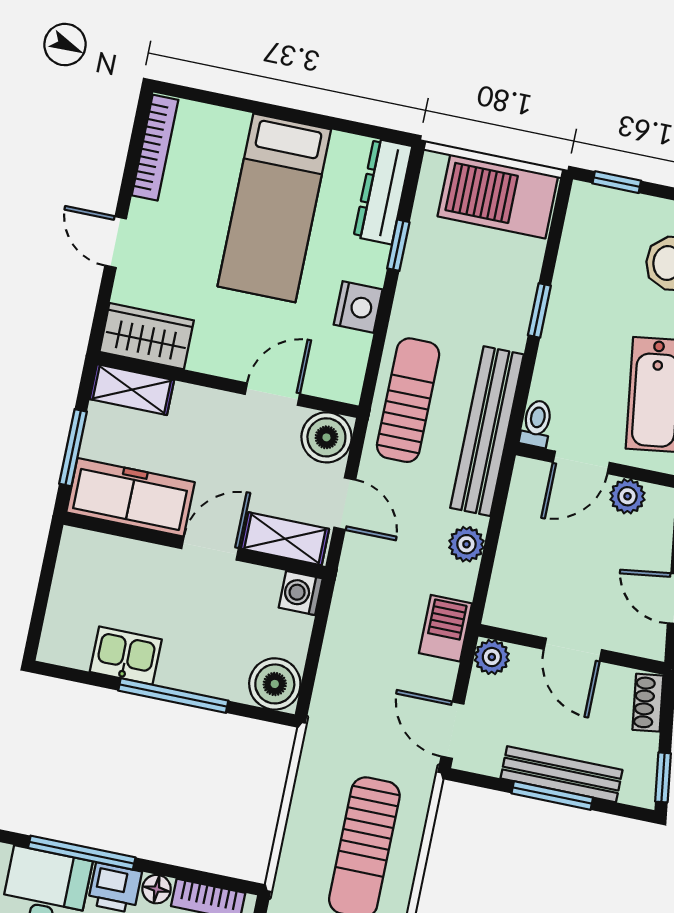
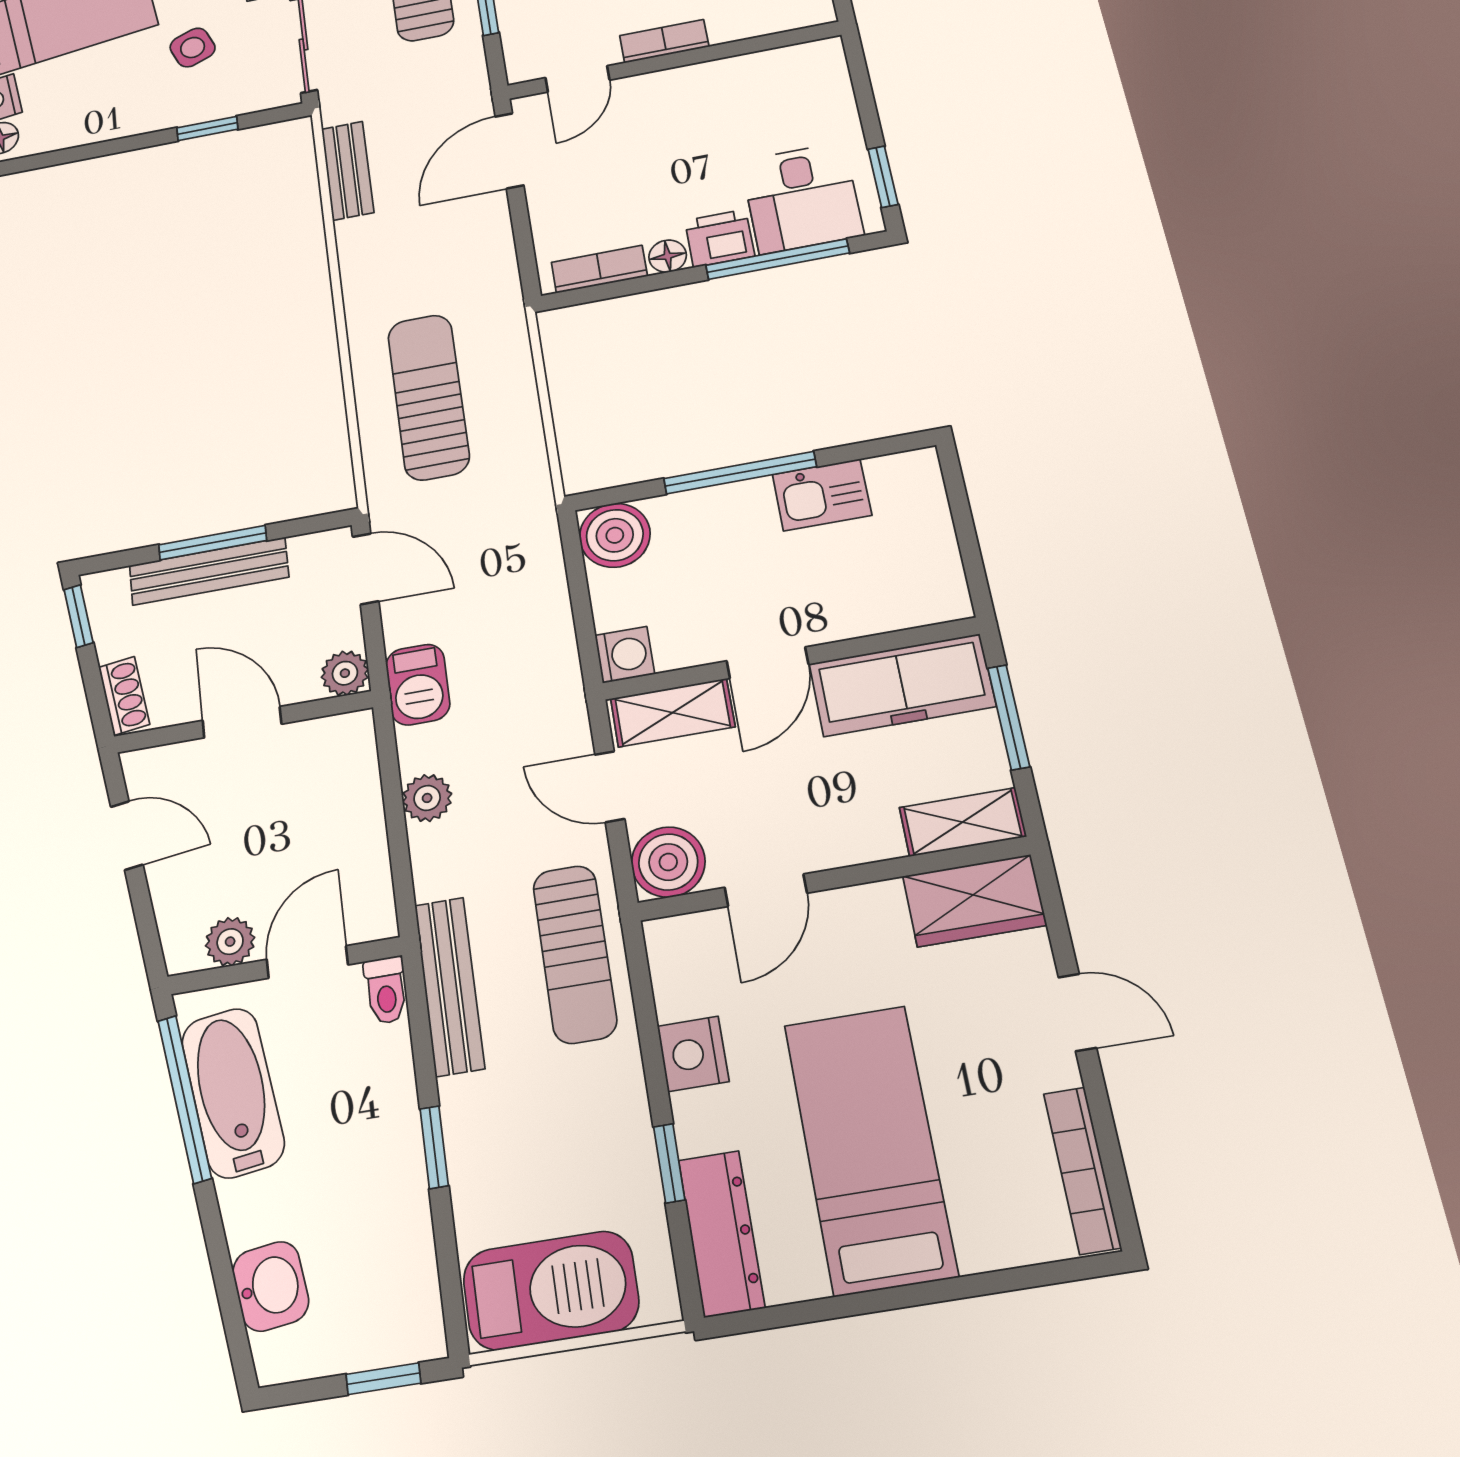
bench: (487, 431) -> (449, 986), width x0.73, depth x0.82

